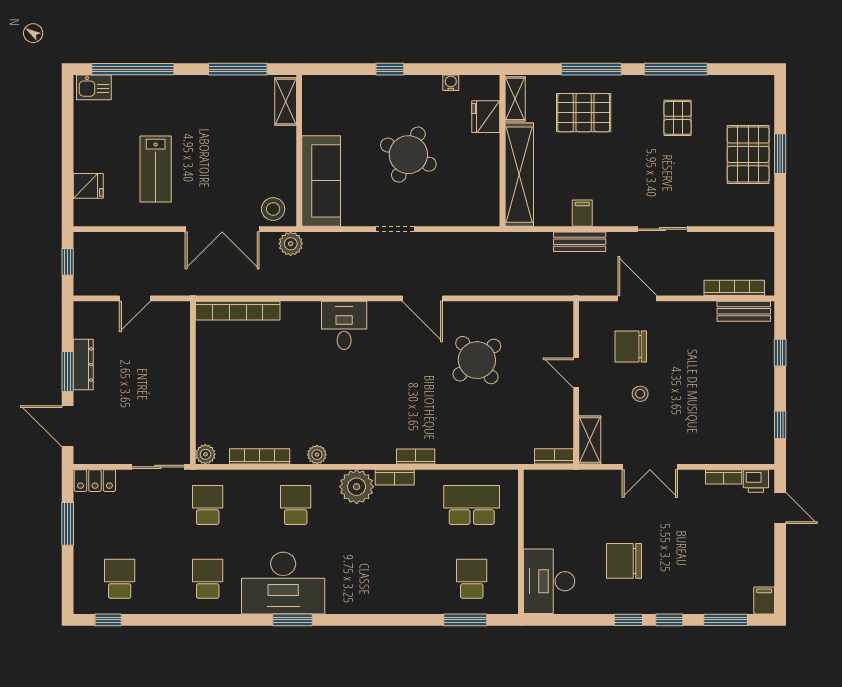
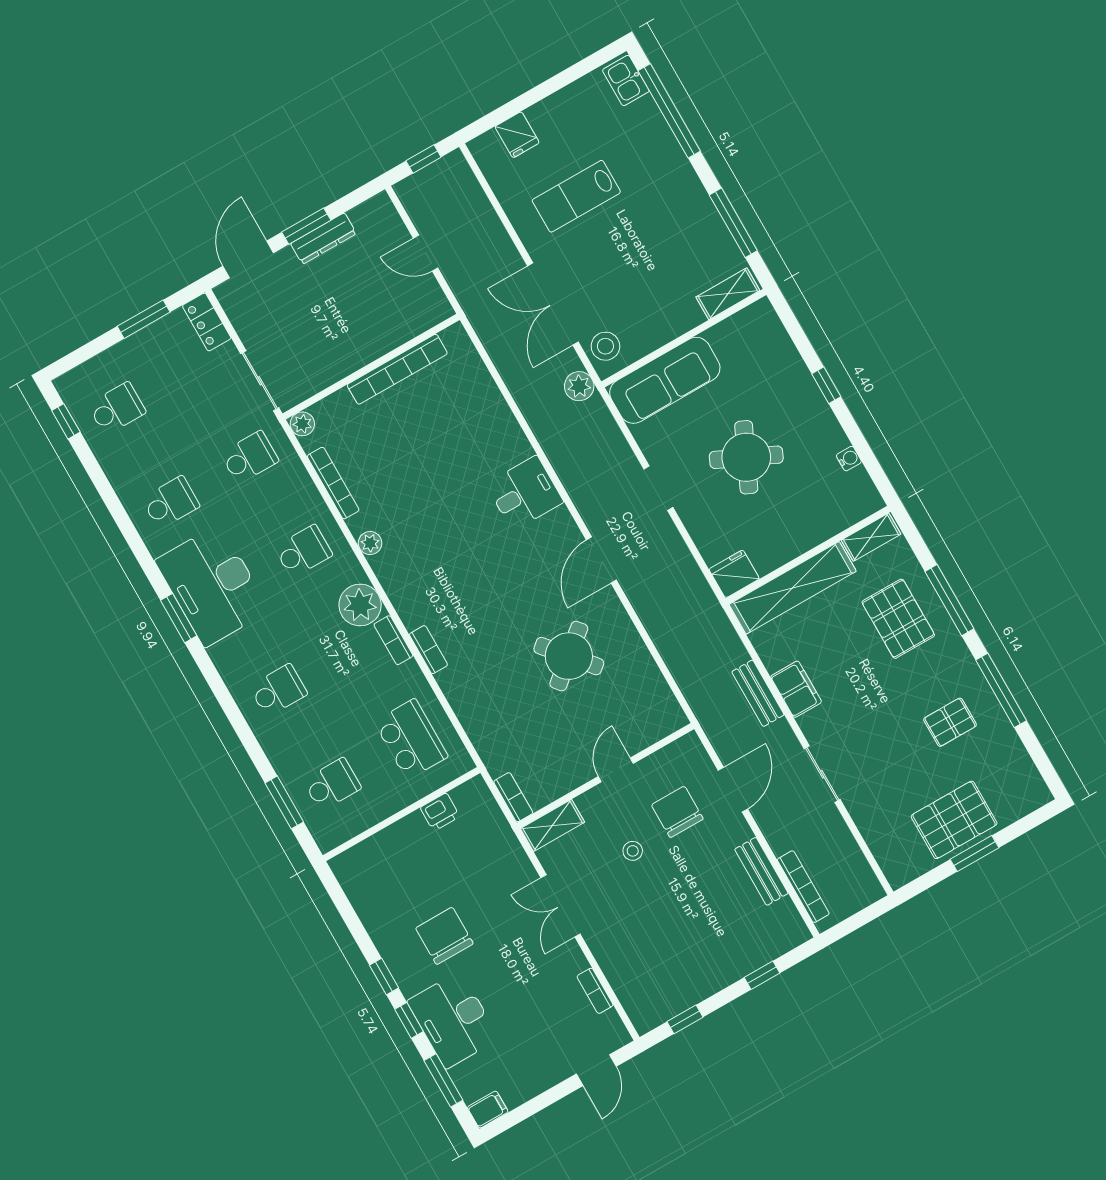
fridge: (486, 117) -> (734, 574), moved
filing cabinet: (582, 213) -> (796, 689), width x2.00
bookcase: (238, 311) -> (397, 369), moved, turned -90
bench: (744, 311) -> (761, 871), moved
printer: (756, 481) -> (440, 812), moved, turned -90
school desk: (384, 579) -> (278, 690), added
desk: (549, 581) -> (453, 1020), moved, turned -90

